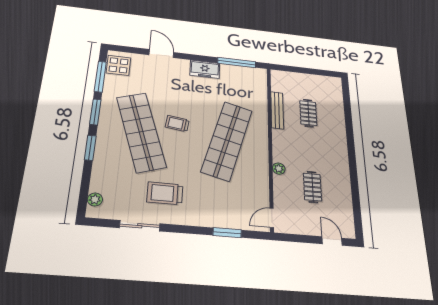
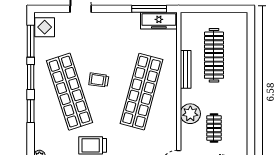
freezer: (205, 69) -> (159, 21), moved, width x1.40
bench: (277, 110) -> (186, 69), moved
clothes rail: (308, 113) -> (214, 55), width x1.86, depth x1.31
plant: (279, 169) -> (190, 114), width x1.88, depth x1.88

